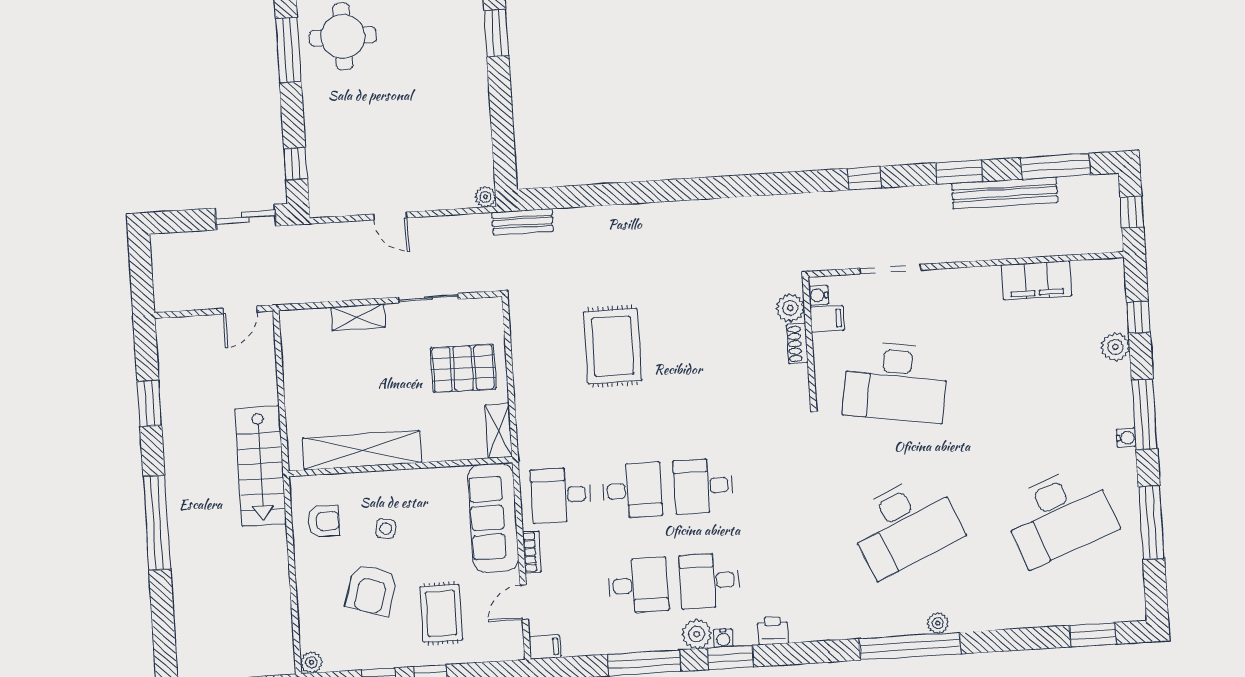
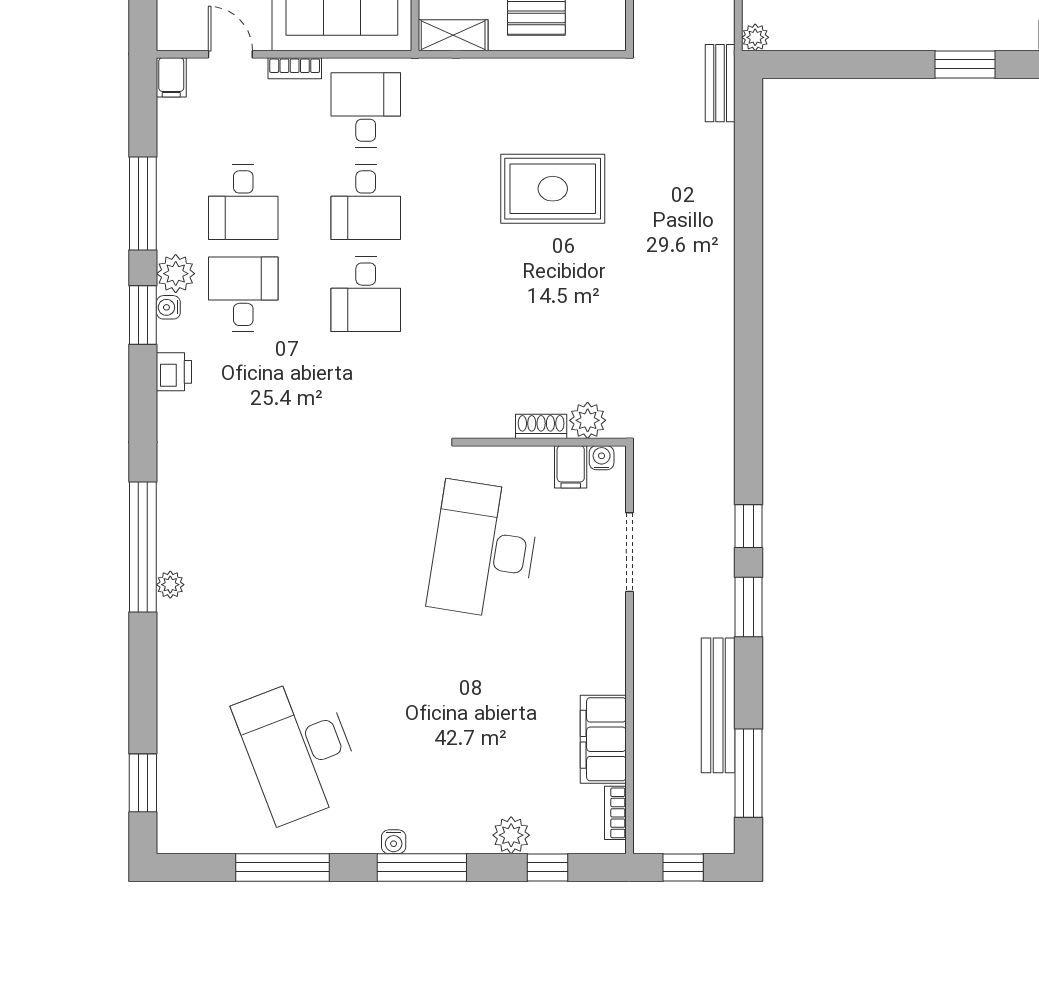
window: (959, 172) -> (748, 607), moved
bookcase: (1093, 267) -> (615, 813), added
desk: (703, 486) -> (366, 294), turned 180
desk: (905, 525) -> (299, 550), removed

